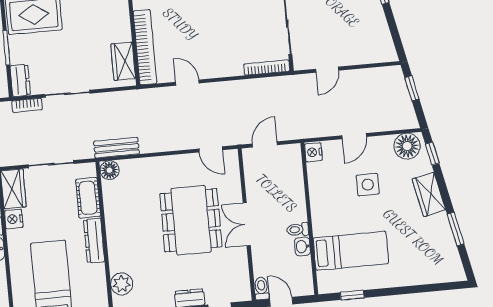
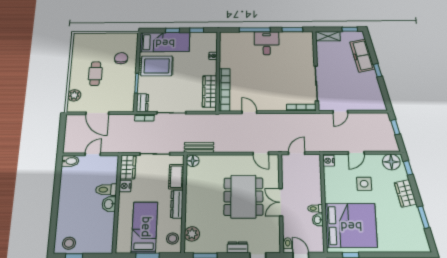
wardrobe: (123, 61) -> (210, 91), width x1.50
bed: (351, 251) -> (351, 225), width x2.04
stool: (94, 293) -> (173, 238), added

